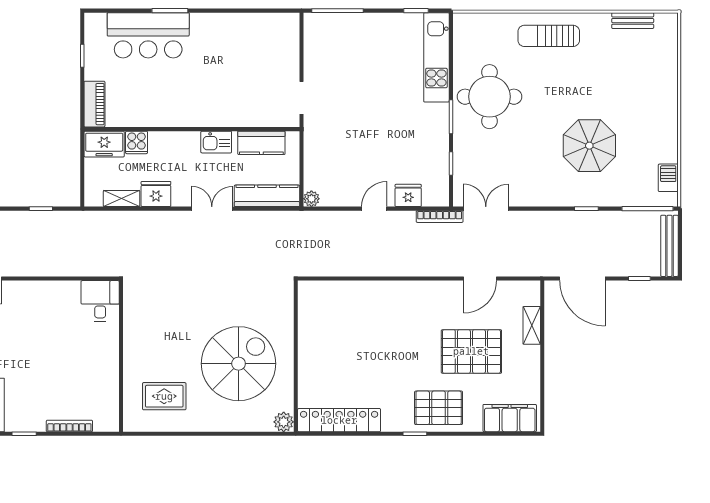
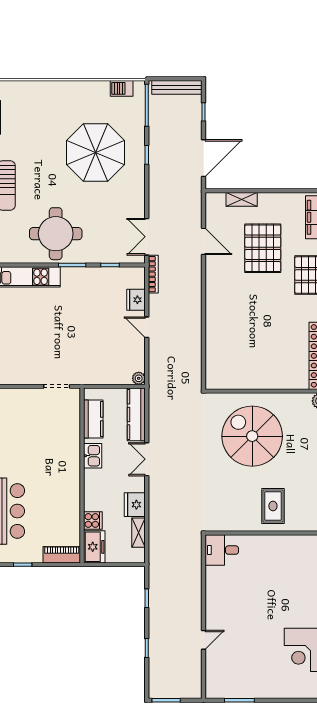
parasol: (589, 146) -> (96, 153), width x1.36, depth x1.36
spiral stairs: (239, 364) -> (252, 436), moved
rug: (164, 396) -> (273, 506), moved

